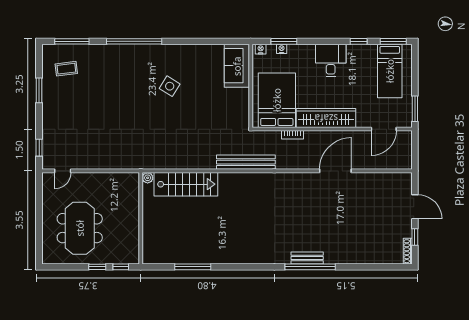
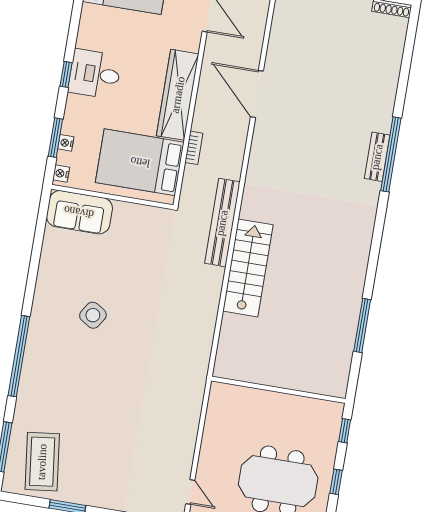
window: (359, 41) -> (66, 74), moved
coffee table: (66, 69) -> (42, 462), width x1.86, depth x1.72
plant: (148, 178) -> (221, 370), removed
stairs: (186, 184) -> (248, 268), moved
window: (97, 267) -> (336, 482), moved

